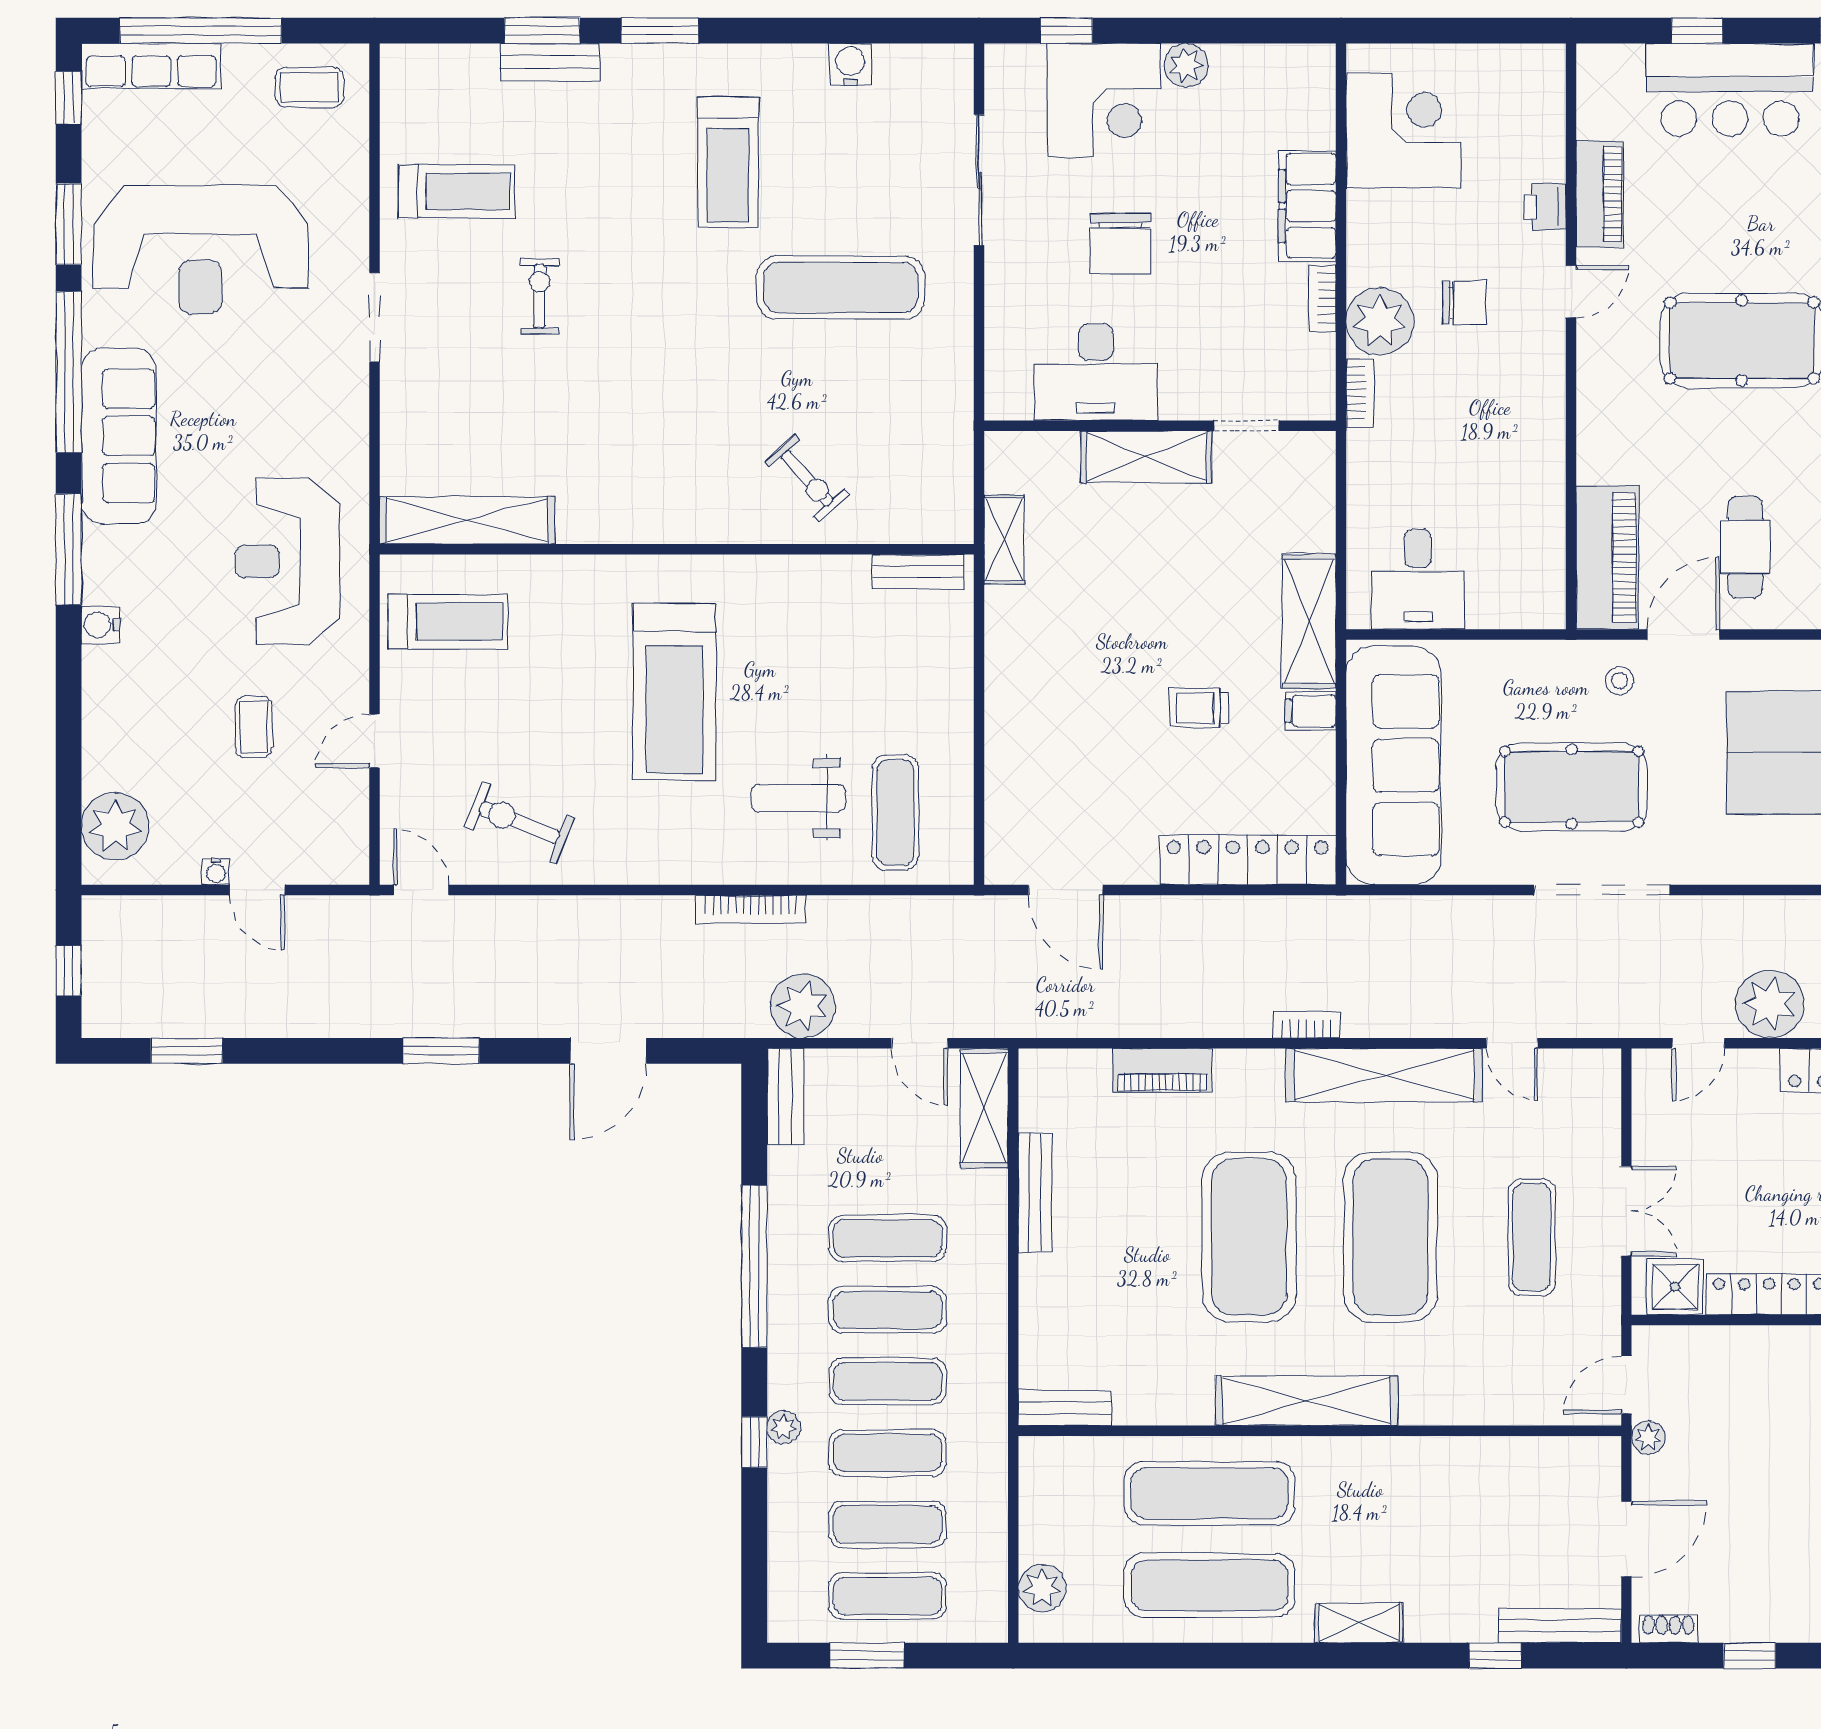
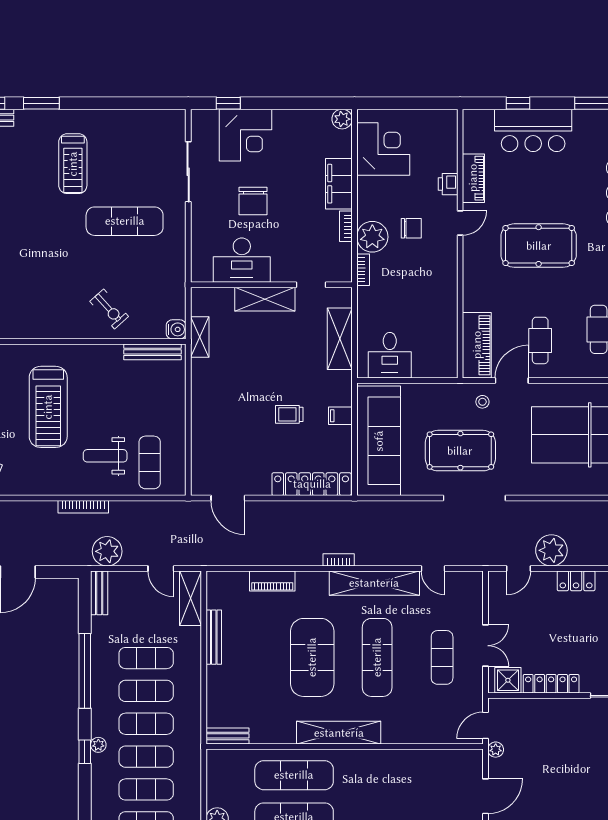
water cooler: (850, 64) -> (176, 329), moved, turned 90
plant: (1186, 65) -> (342, 119), moved
bench: (918, 572) -> (152, 352), width x1.36
shelving: (1309, 621) -> (340, 339), moved
exercise mat: (1390, 1237) -> (377, 657), width x0.68

